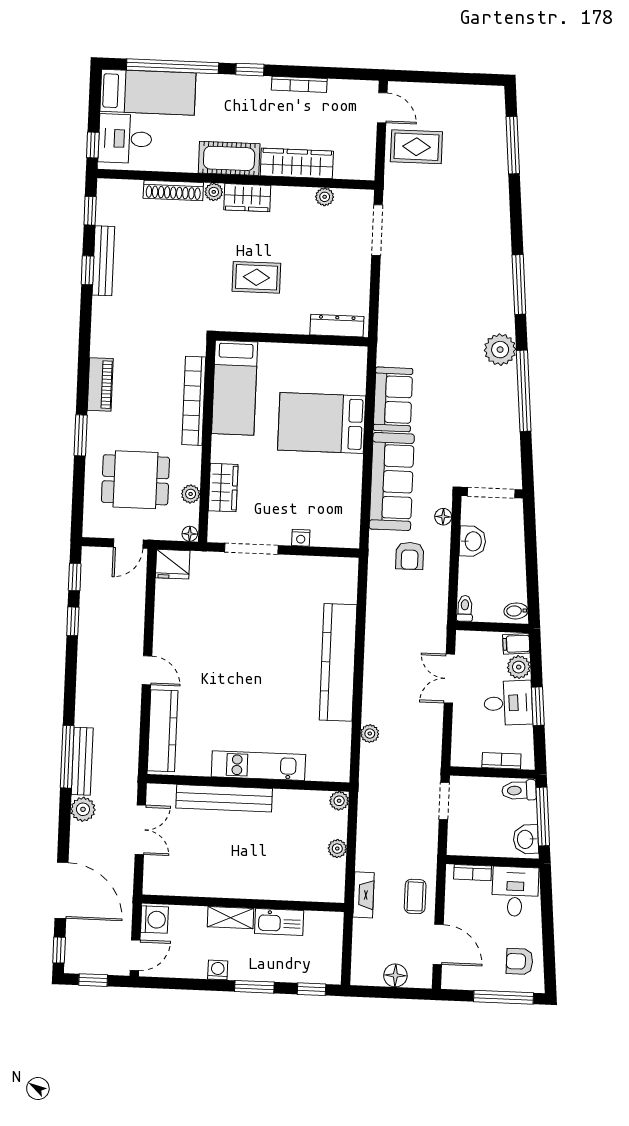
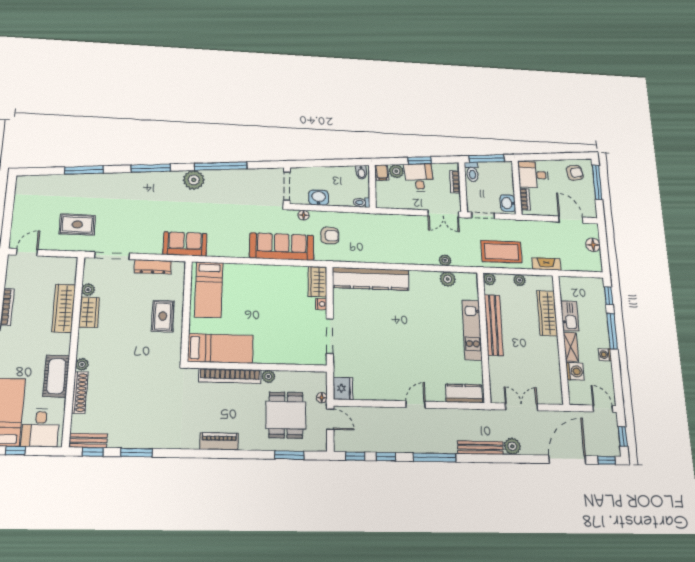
window: (93, 145) -> (15, 451), moved
window: (513, 145) -> (84, 170), moved
rug: (416, 147) -> (77, 224), moved, turned 90
cot: (229, 158) -> (56, 376), moved
wardrobe: (247, 198) -> (89, 312), moved
bench: (103, 261) -> (88, 441), moved, width x0.73
window: (88, 270) -> (137, 453), width x1.50
rug: (256, 277) -> (163, 316), moved
dresser: (337, 326) -> (153, 267), moved, turned -90
sofa: (393, 399) -> (185, 244), moved
bed: (322, 423) -> (209, 290), moved, width x0.67
window: (81, 435) -> (289, 455), moved
wardrobe: (223, 488) -> (317, 282), moved, turned -90
plant: (191, 494) -> (268, 376), moved
floor lamp: (190, 534) -> (322, 398), moved
kitchen counter: (338, 662) -> (371, 279), moved
double door: (449, 679) -> (443, 214), moved
kitchen counter: (163, 731) -> (464, 393), width x0.67
plant: (339, 735) -> (448, 279), added
window: (67, 757) -> (435, 457), moved
bench: (224, 798) -> (494, 325), moved
washbasin: (526, 839) -> (508, 203), moved, turned 95
wardrobe: (284, 887) -> (547, 313), added
coffee table: (415, 896) -> (501, 252), moved, width x1.86, depth x1.72
washing machine: (154, 920) -> (575, 371), moved, turned 90
door: (438, 944) -> (571, 220), hinge flipped
armchair: (520, 961) -> (575, 173), turned -100
window: (254, 987) -> (612, 331), width x1.44

